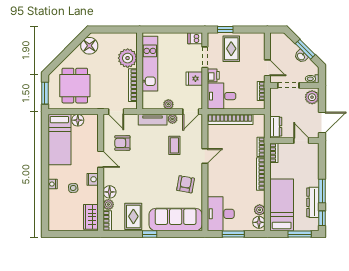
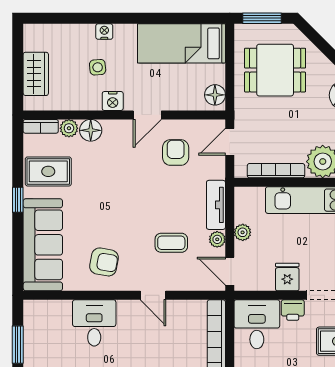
floor lamp: (78, 120) -> (215, 95), moved
desk: (221, 214) -> (94, 323), moved, width x0.73
wardrobe: (91, 217) -> (36, 74), moved, turned 90

